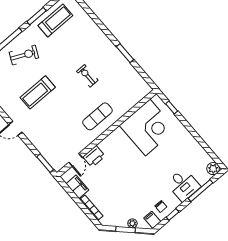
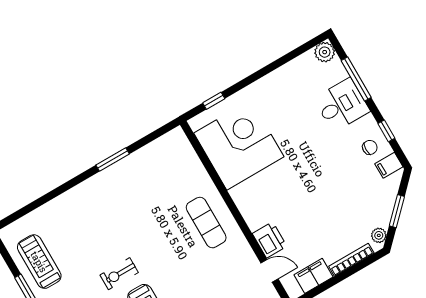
exercise bike: (87, 76) -> (119, 274), moved
plant: (132, 223) -> (379, 235), moved

